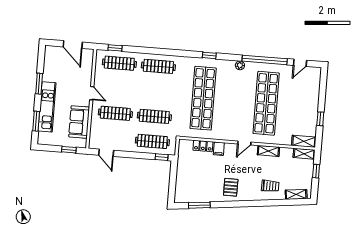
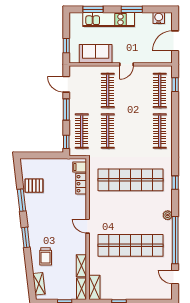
water cooler: (49, 59) -> (159, 18), added
filing cabinet: (219, 149) -> (80, 167), moved
shelving: (268, 151) -> (81, 266), moved
door: (106, 153) -> (66, 84), hinge flipped
window: (130, 155) -> (66, 109), added
pallet: (231, 187) -> (34, 186), moved
window: (250, 203) -> (26, 237), added
window: (199, 205) -> (22, 200), moved

